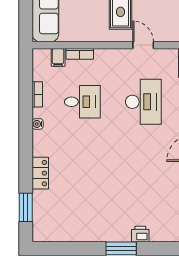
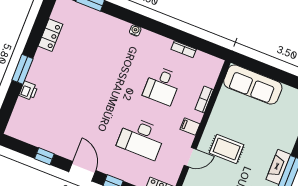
filing cabinet: (58, 57) -> (190, 127), moved
water cooler: (38, 124) -> (135, 30), moved
locker: (40, 173) -> (50, 35), moved, turned -90

